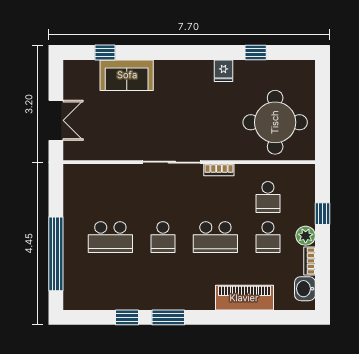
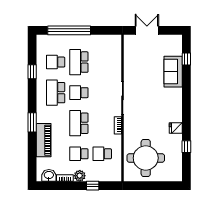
double door: (56, 120) -> (147, 30), swing flipped
school desk: (110, 277) -> (56, 62), added
school desk: (163, 277) -> (56, 93), added
window: (168, 317) -> (32, 122), moved

